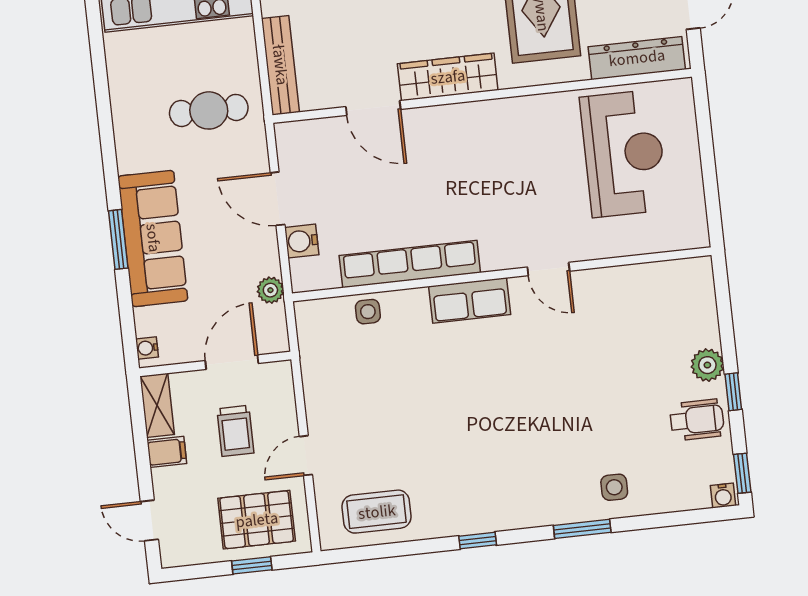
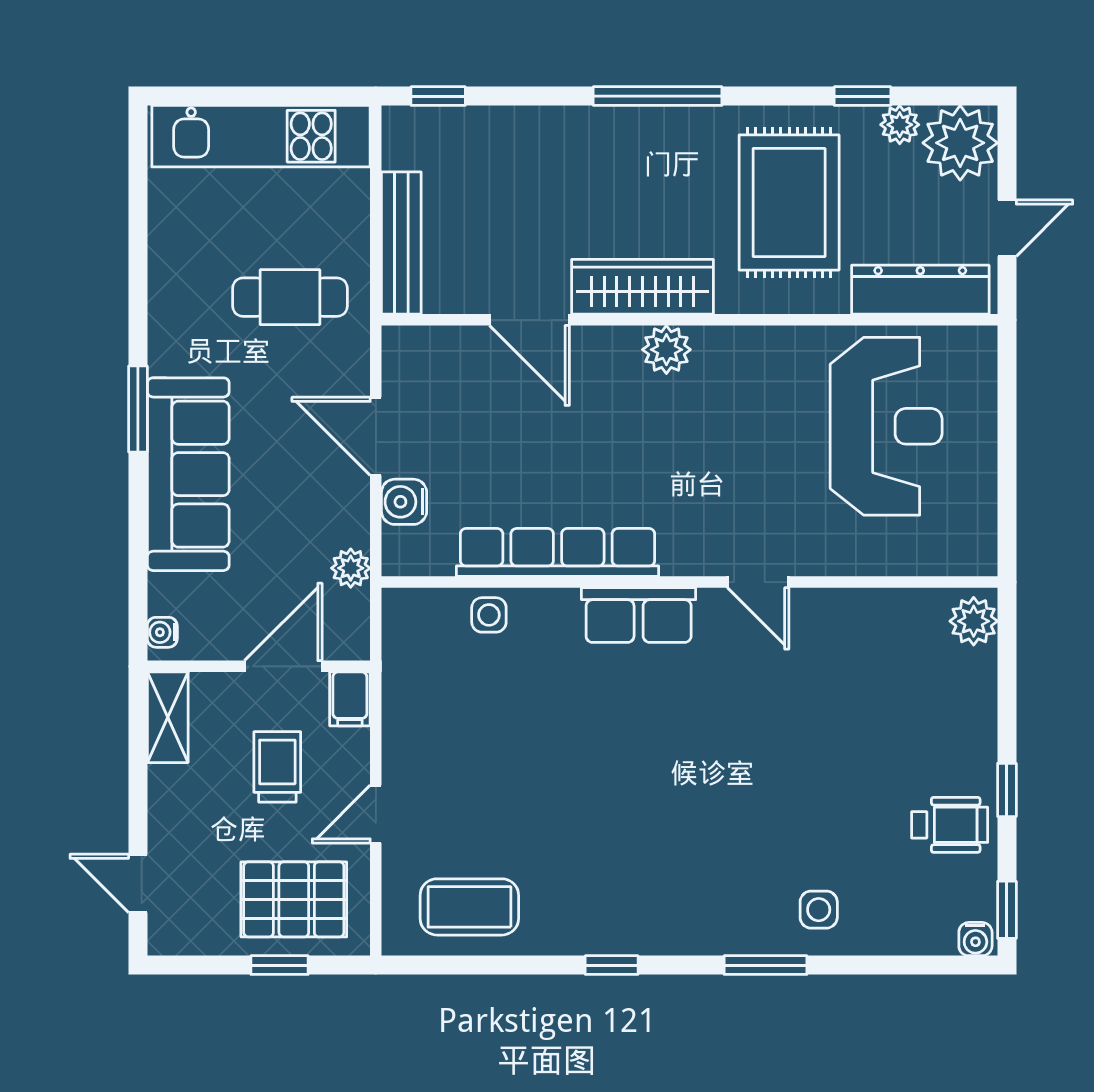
plant: (469, 118) -> (666, 350), added
window: (118, 239) -> (138, 409), moved
plant: (707, 365) -> (974, 621), moved
trolley: (235, 431) -> (277, 767), turned 180
filing cabinet: (167, 452) -> (350, 699), moved, turned 90

